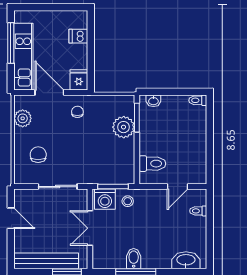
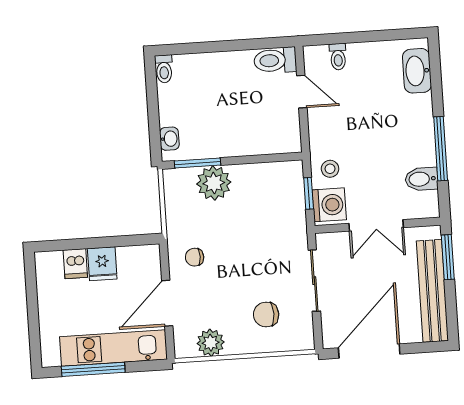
fridge: (79, 80) -> (102, 264), moved, turned -90
toilet: (152, 164) -> (275, 60), moved, turned -90
window: (113, 187) -> (309, 193), width x0.67
door: (11, 218) -> (369, 351), width x1.87
bidet: (134, 259) -> (421, 179), moved

